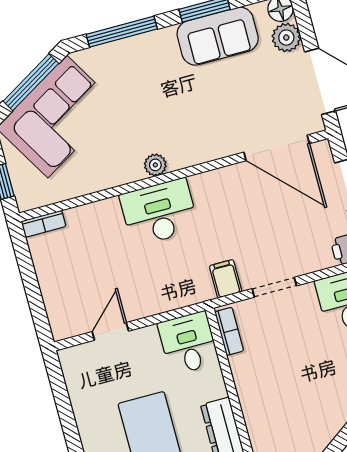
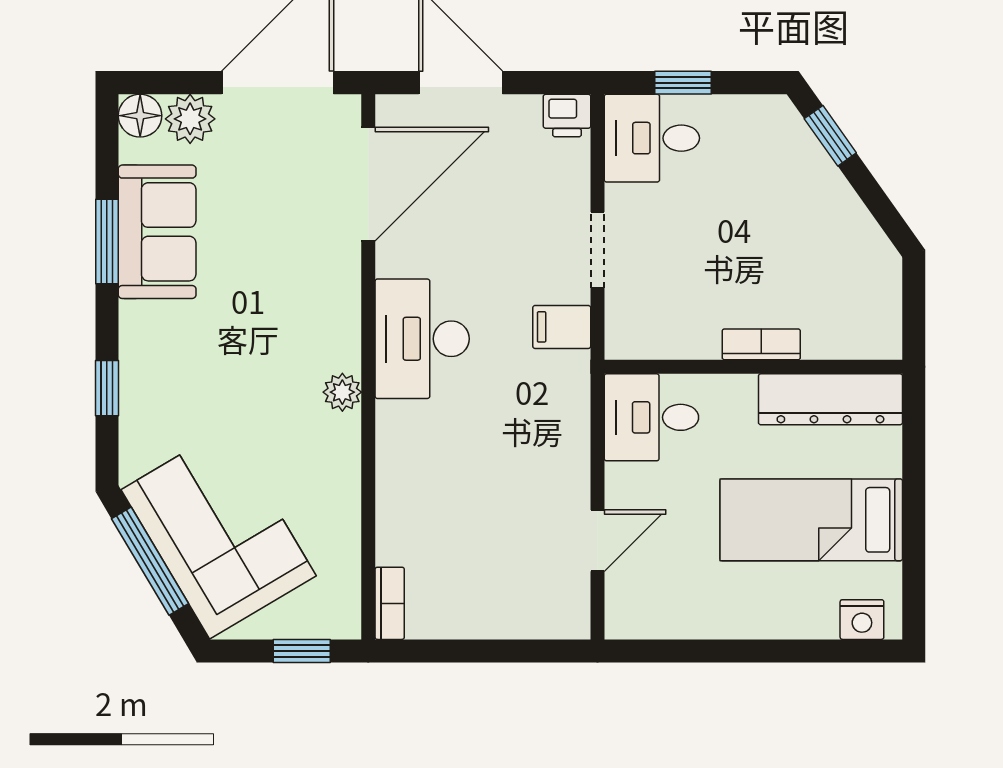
window: (122, 32) -> (107, 388), width x0.46
desk: (159, 212) -> (422, 339), moved
door: (110, 331) -> (597, 541), swing flipped
bookcase: (229, 331) -> (761, 344), moved

